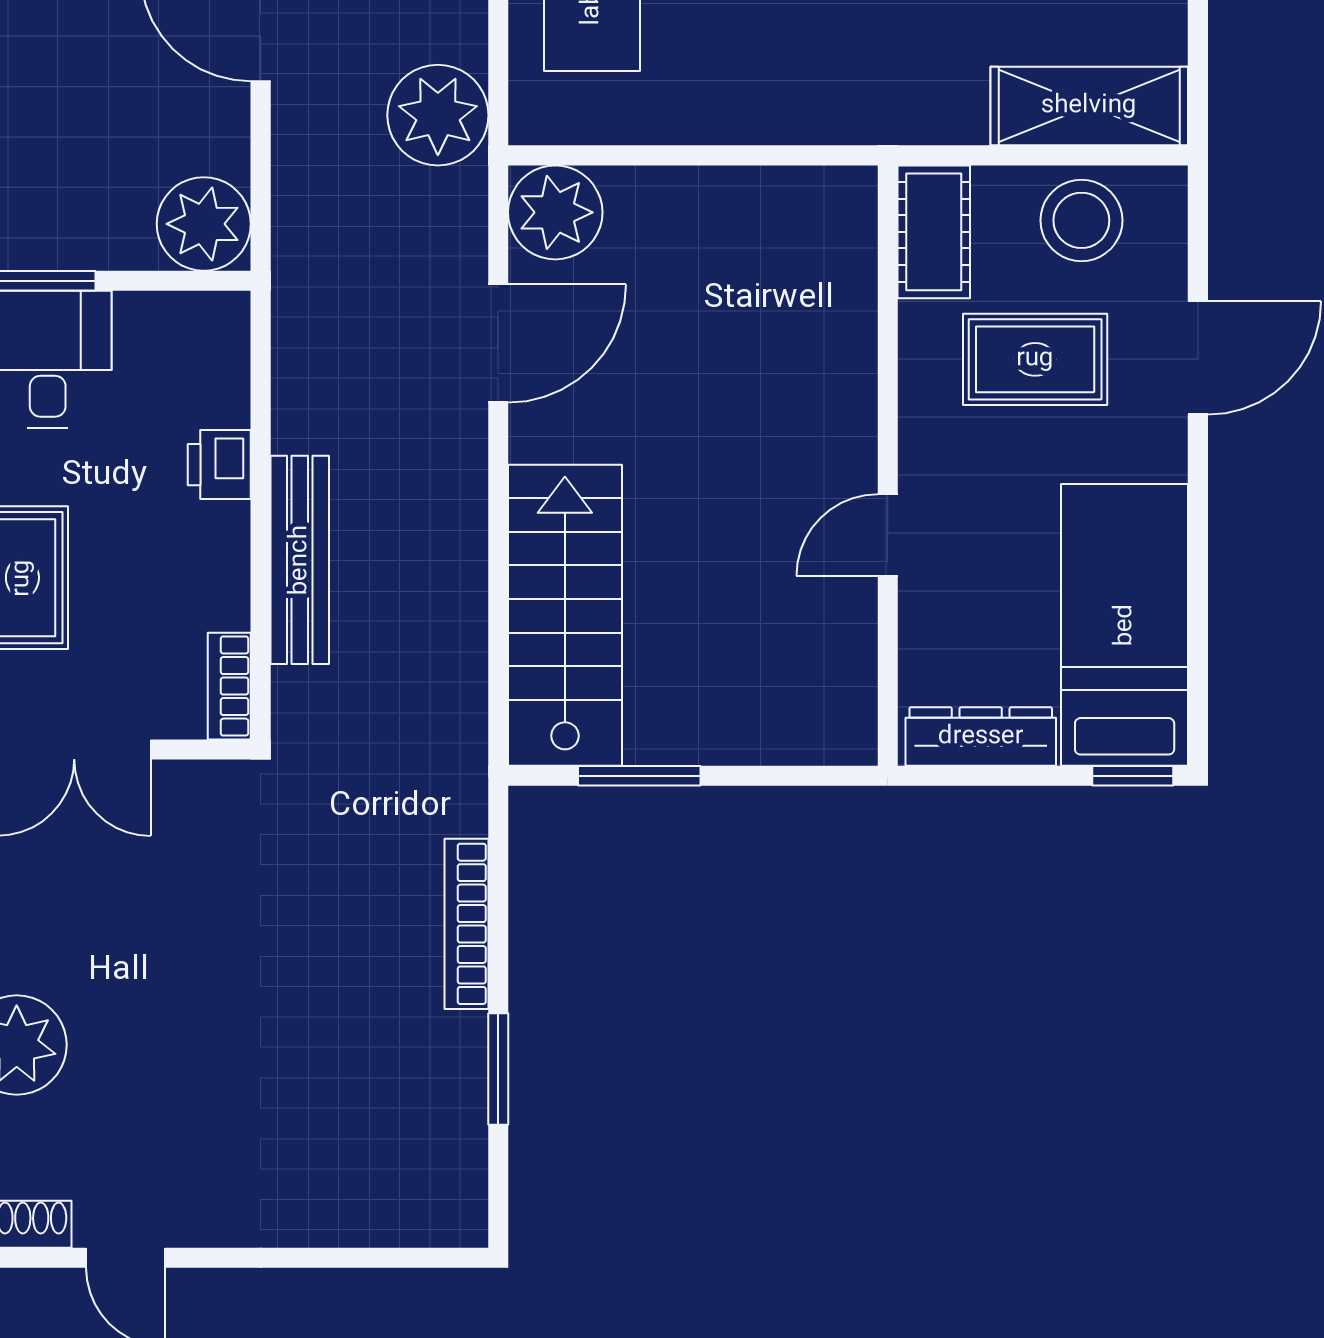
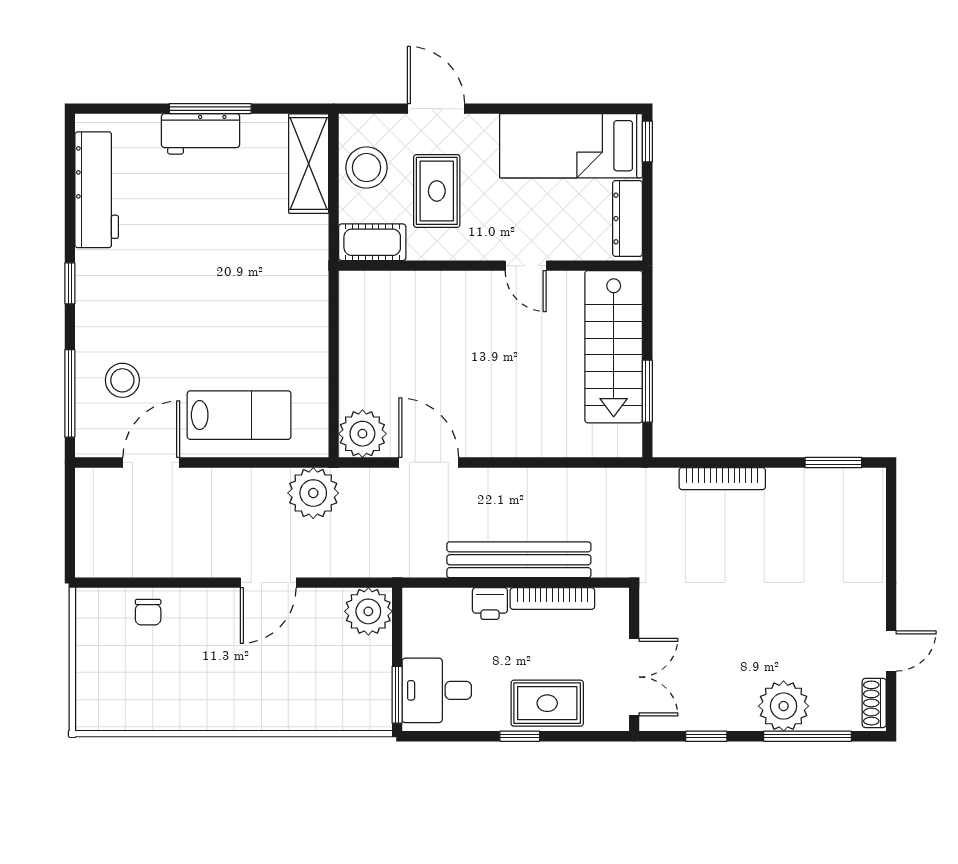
bench: (300, 560) -> (519, 560), width x1.37, depth x1.21
stairs: (565, 615) -> (614, 347), moved, turned -90
bookcase: (229, 686) -> (552, 599), moved, width x1.56
window: (498, 1069) -> (833, 462), moved

